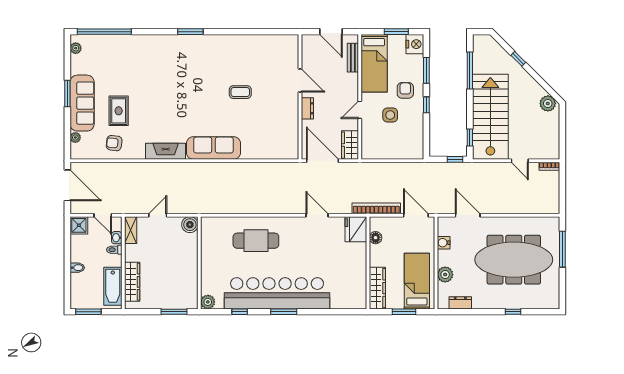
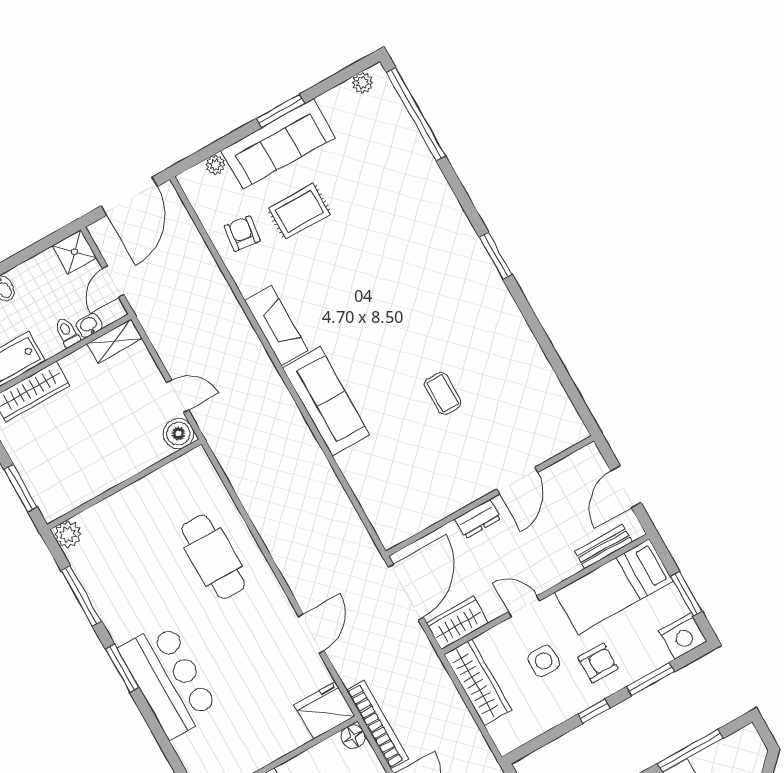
wardrobe: (383, 151) -> (478, 682), added
door: (158, 215) -> (178, 396), moved
floor lamp: (376, 238) -> (353, 737), moved
bar counter: (277, 293) -> (169, 680), width x0.54
window: (240, 312) -> (81, 596), width x2.17

